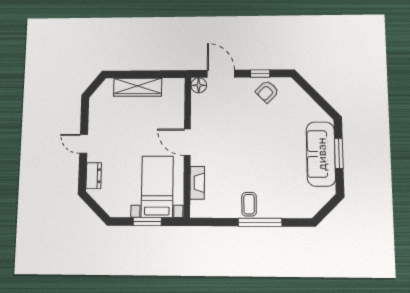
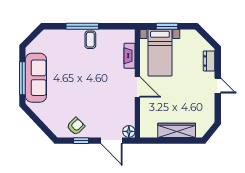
window: (339, 153) -> (22, 78), width x1.44

